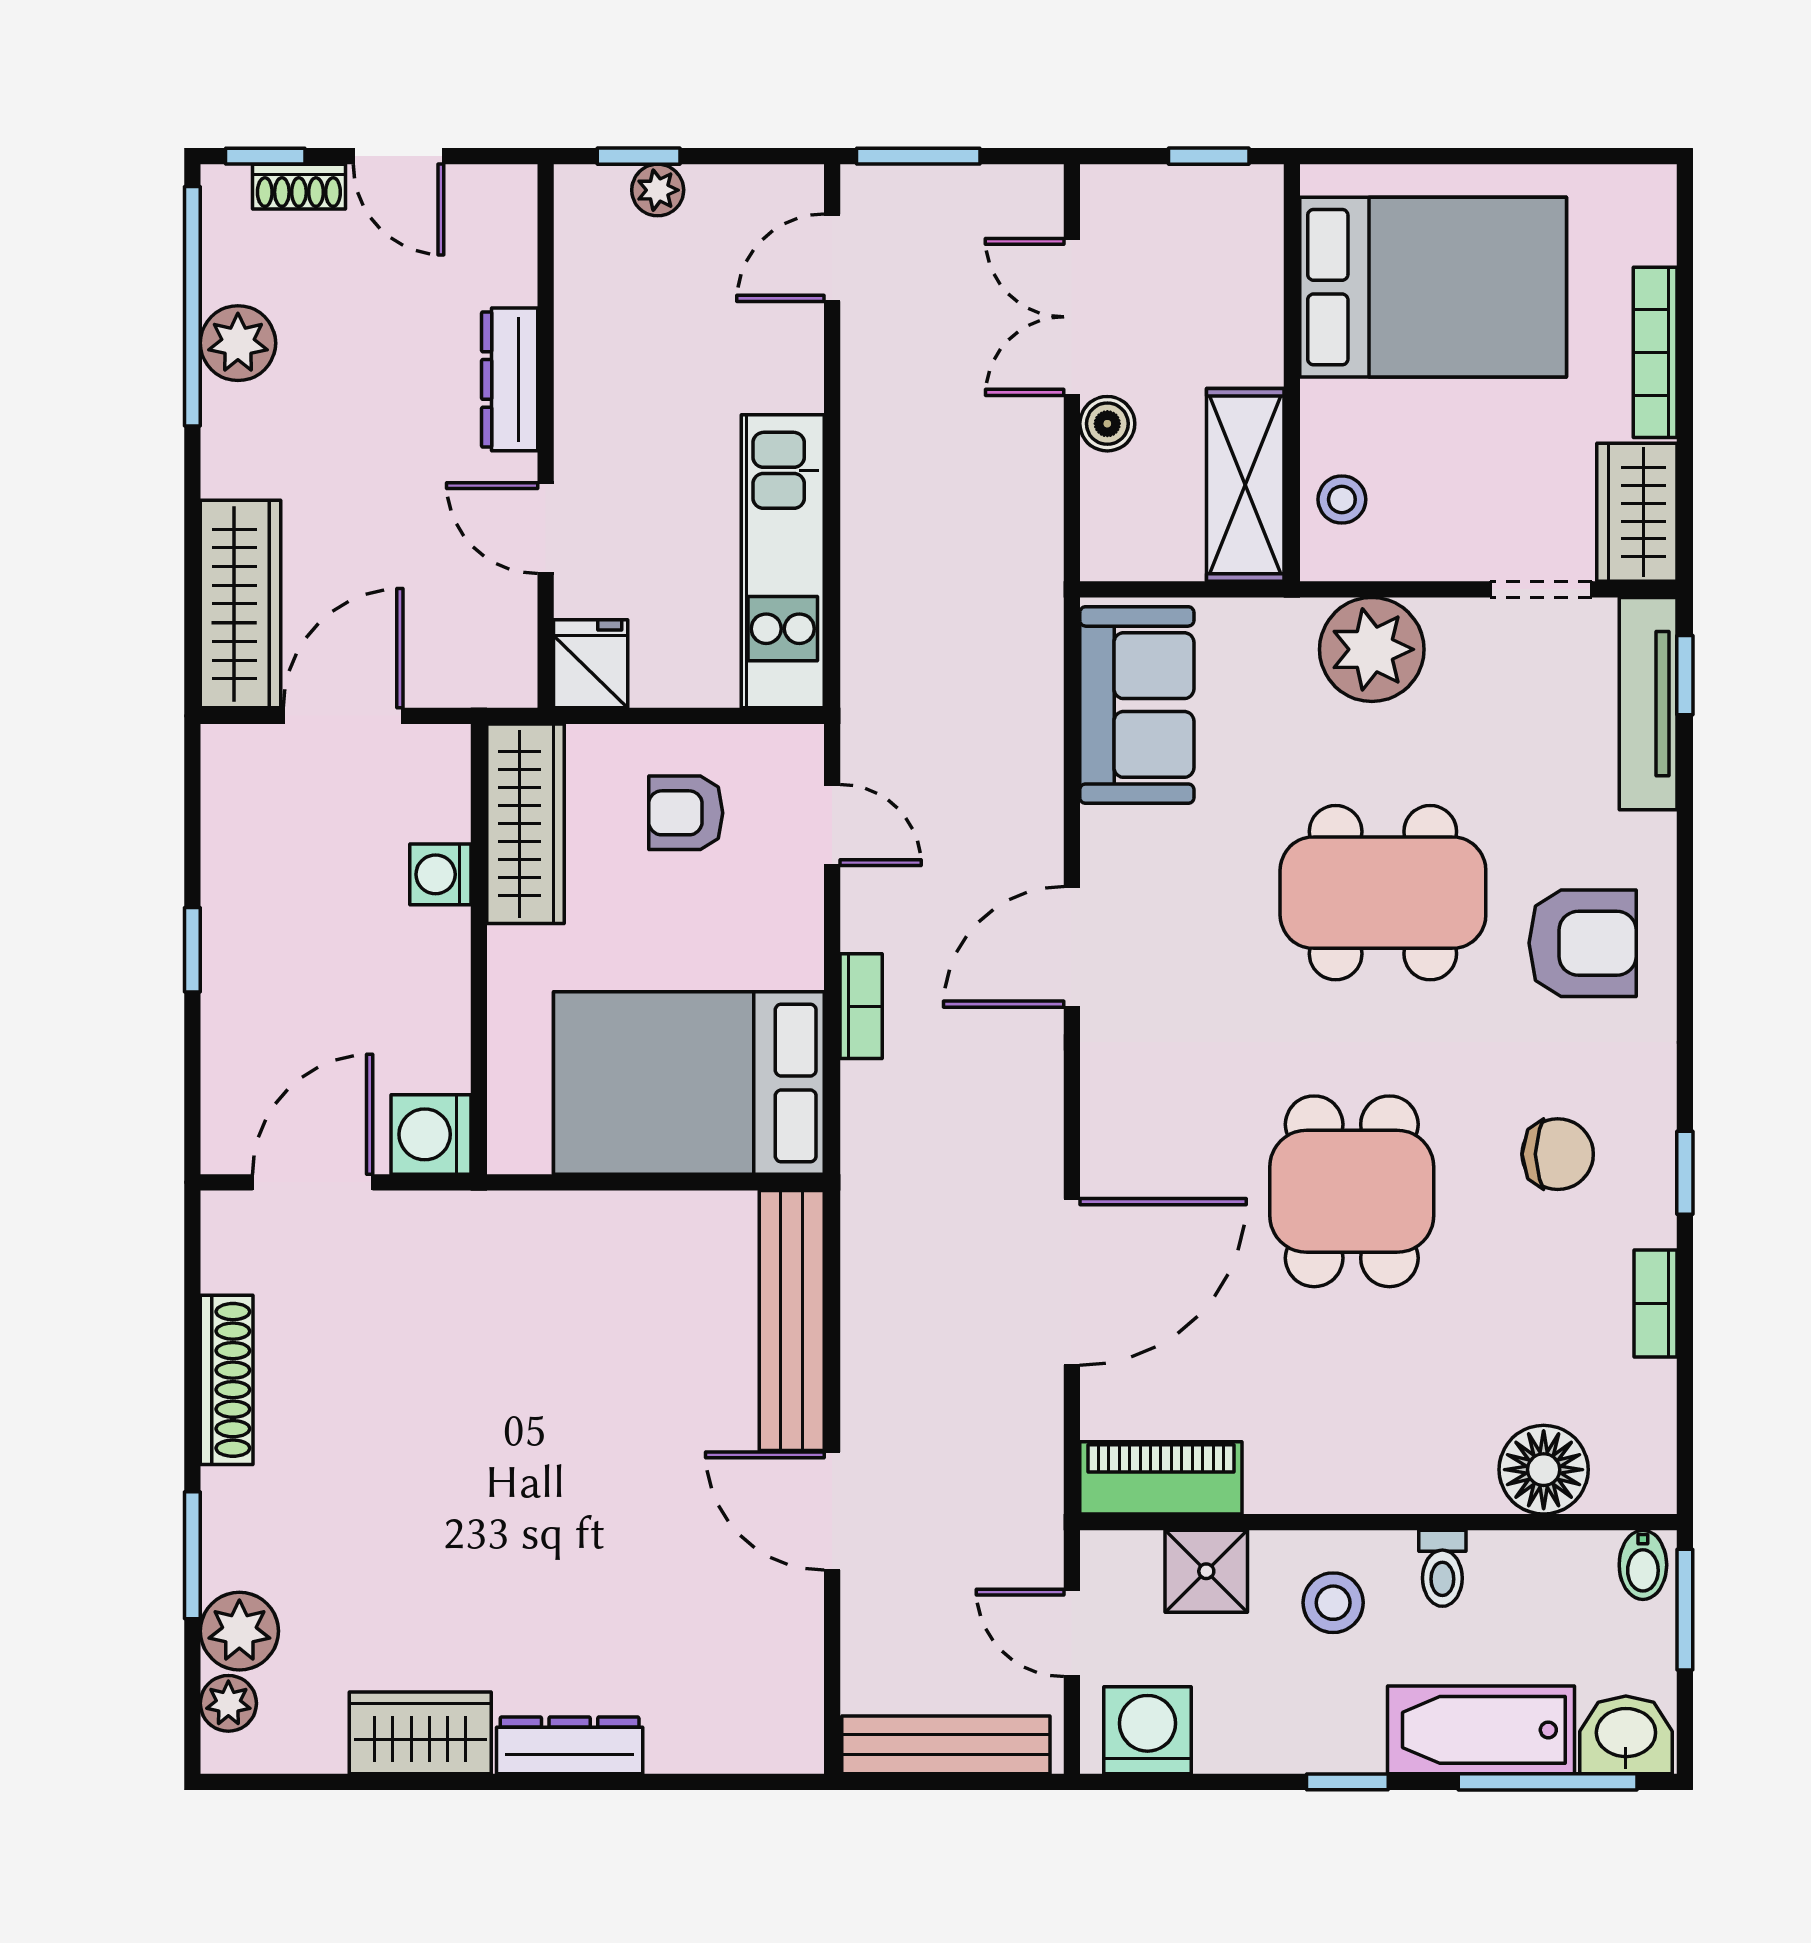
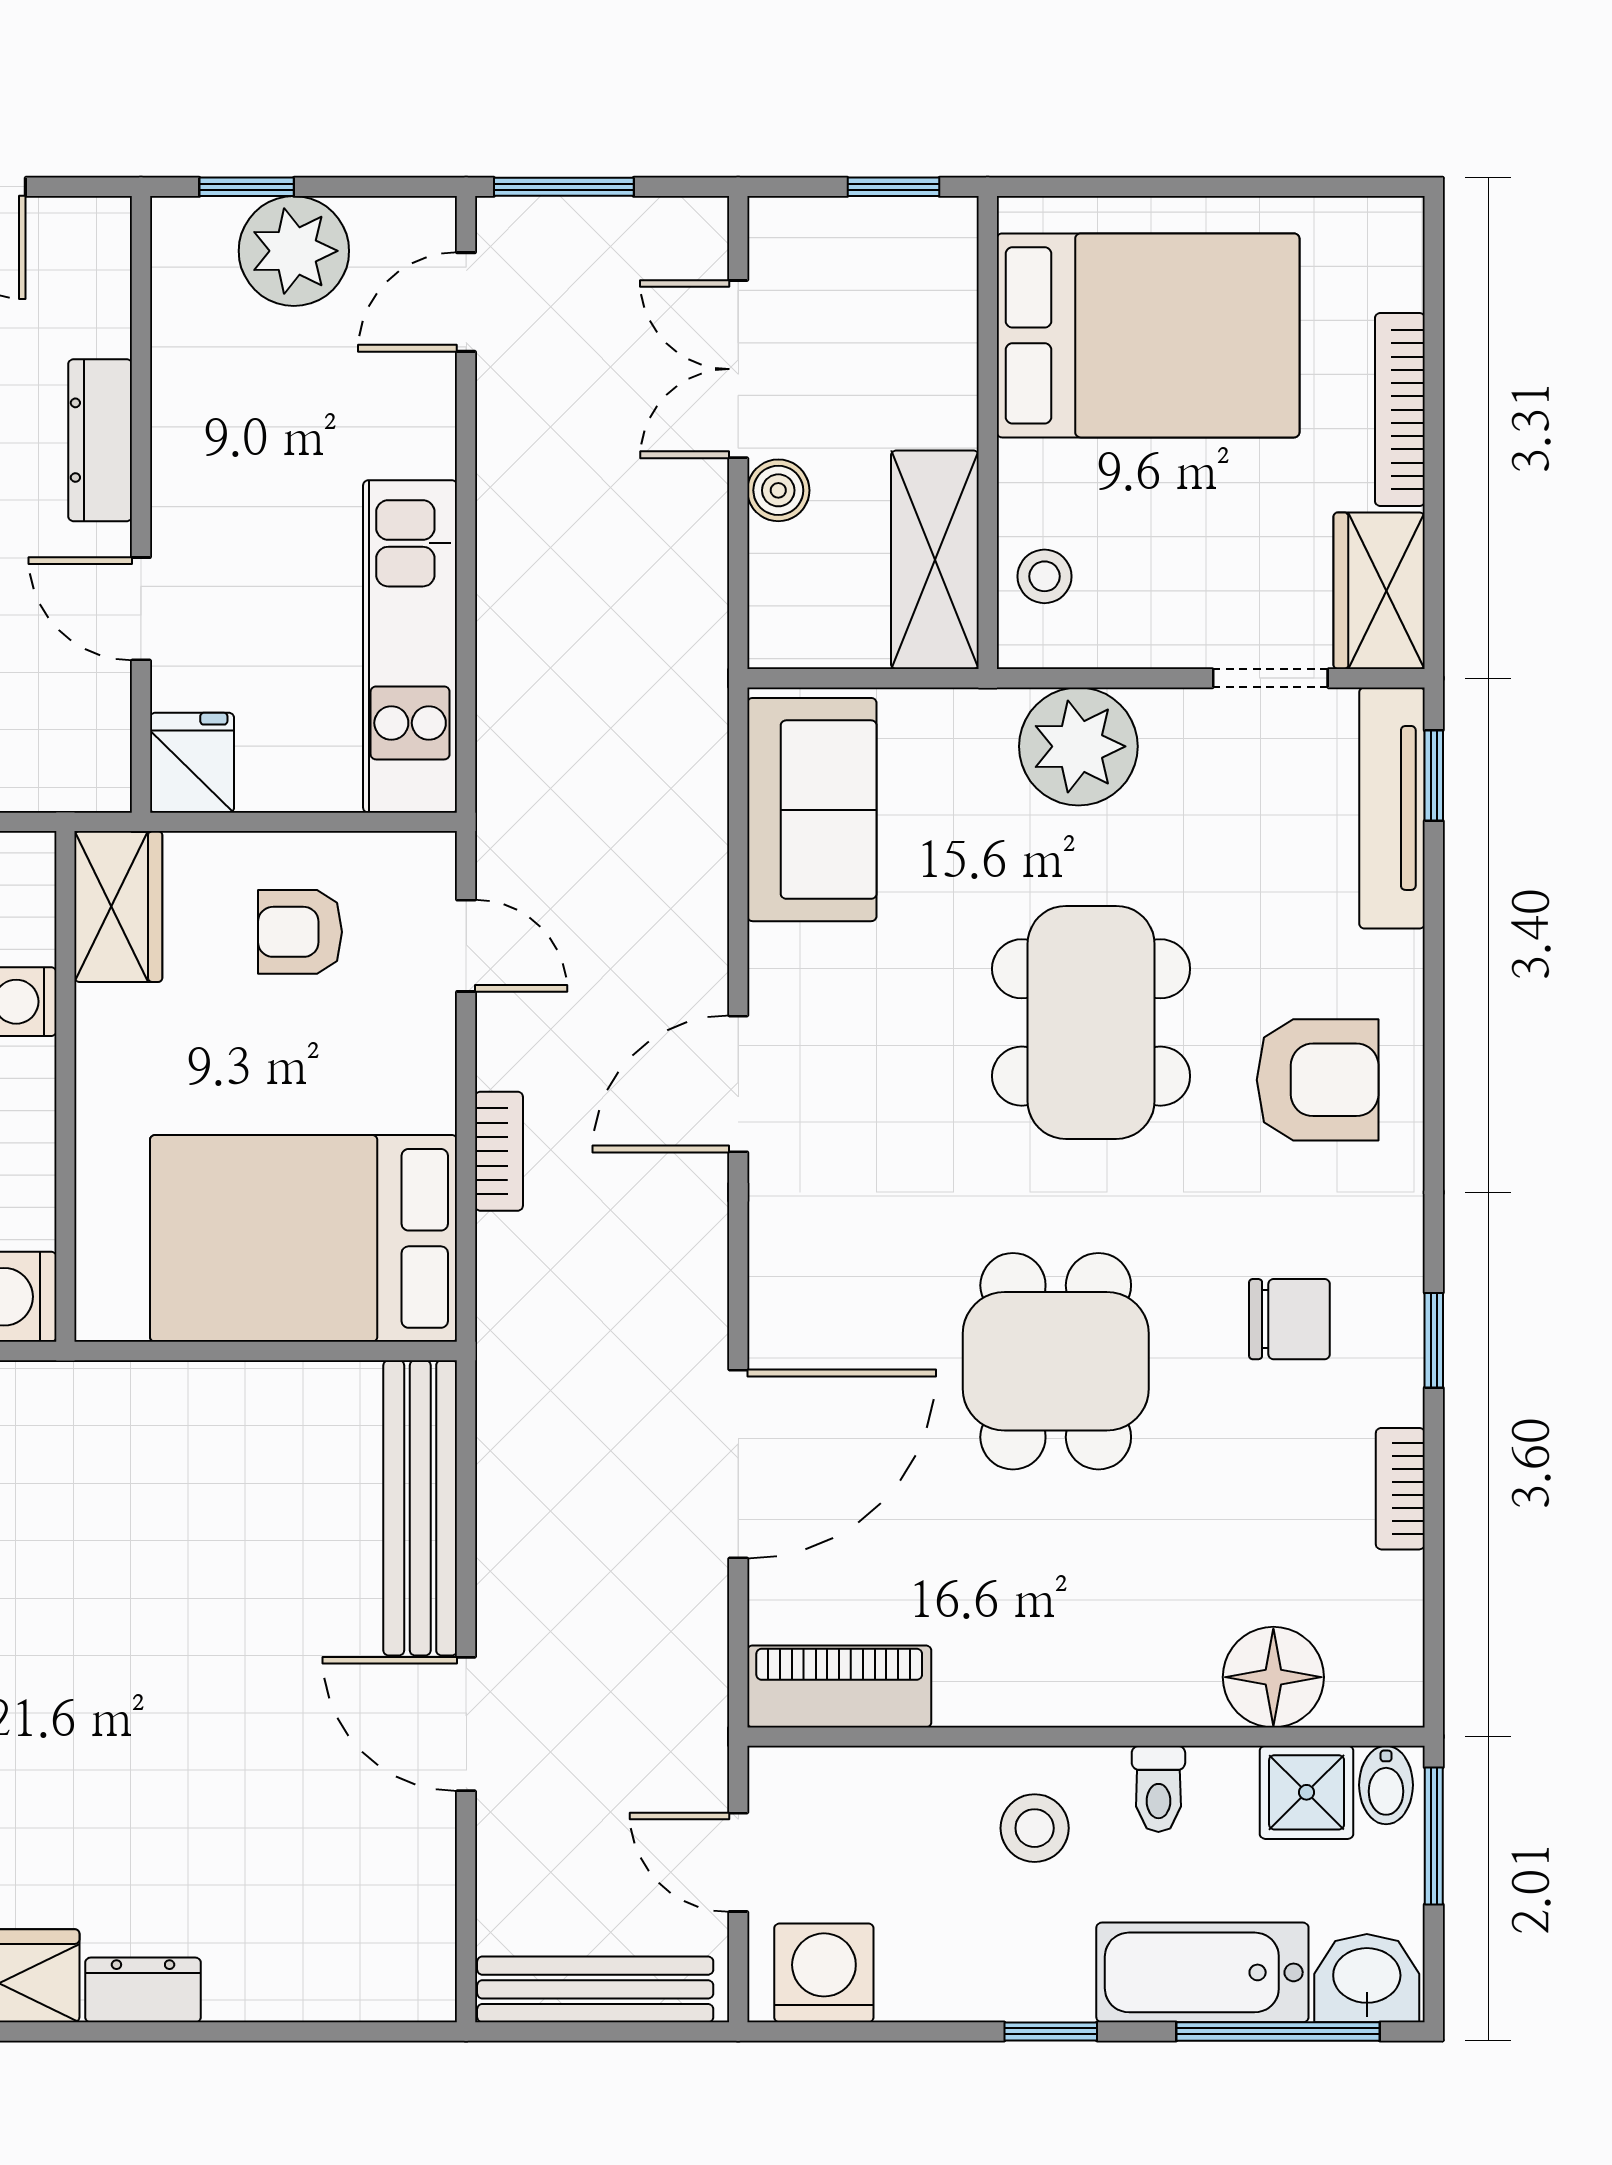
plant: (658, 190) -> (294, 251), width x1.88, depth x1.88
wardrobe: (526, 824) -> (118, 907), width x0.67
dining table: (1383, 893) -> (1091, 1022), turned 90
shower: (1206, 1571) -> (1307, 1792), moved
dresser: (570, 1745) -> (143, 1990), width x0.70

